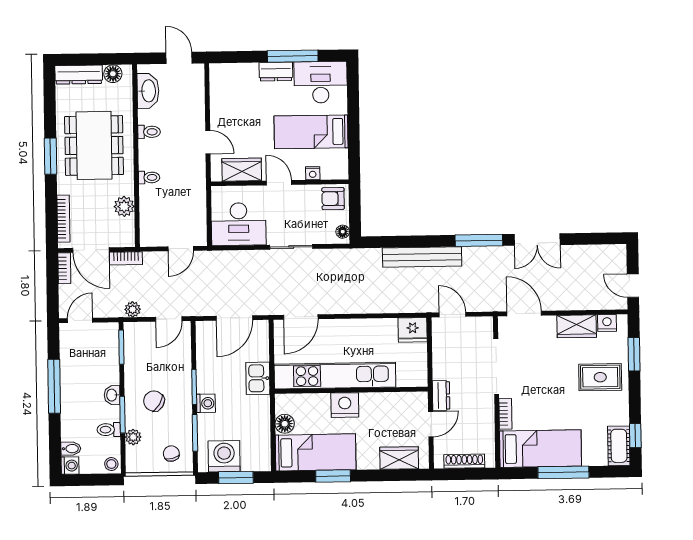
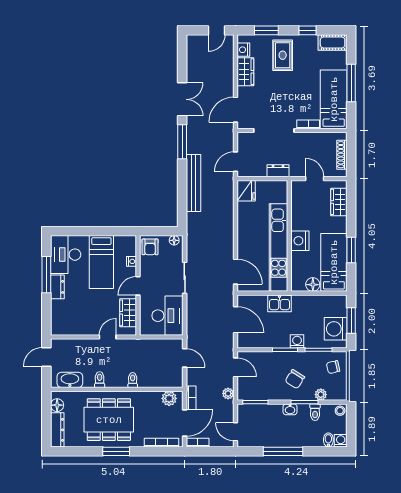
plant: (124, 206) -> (169, 398), moved
dresser: (441, 395) -> (278, 171), moved
window: (635, 436) -> (307, 30), moved

